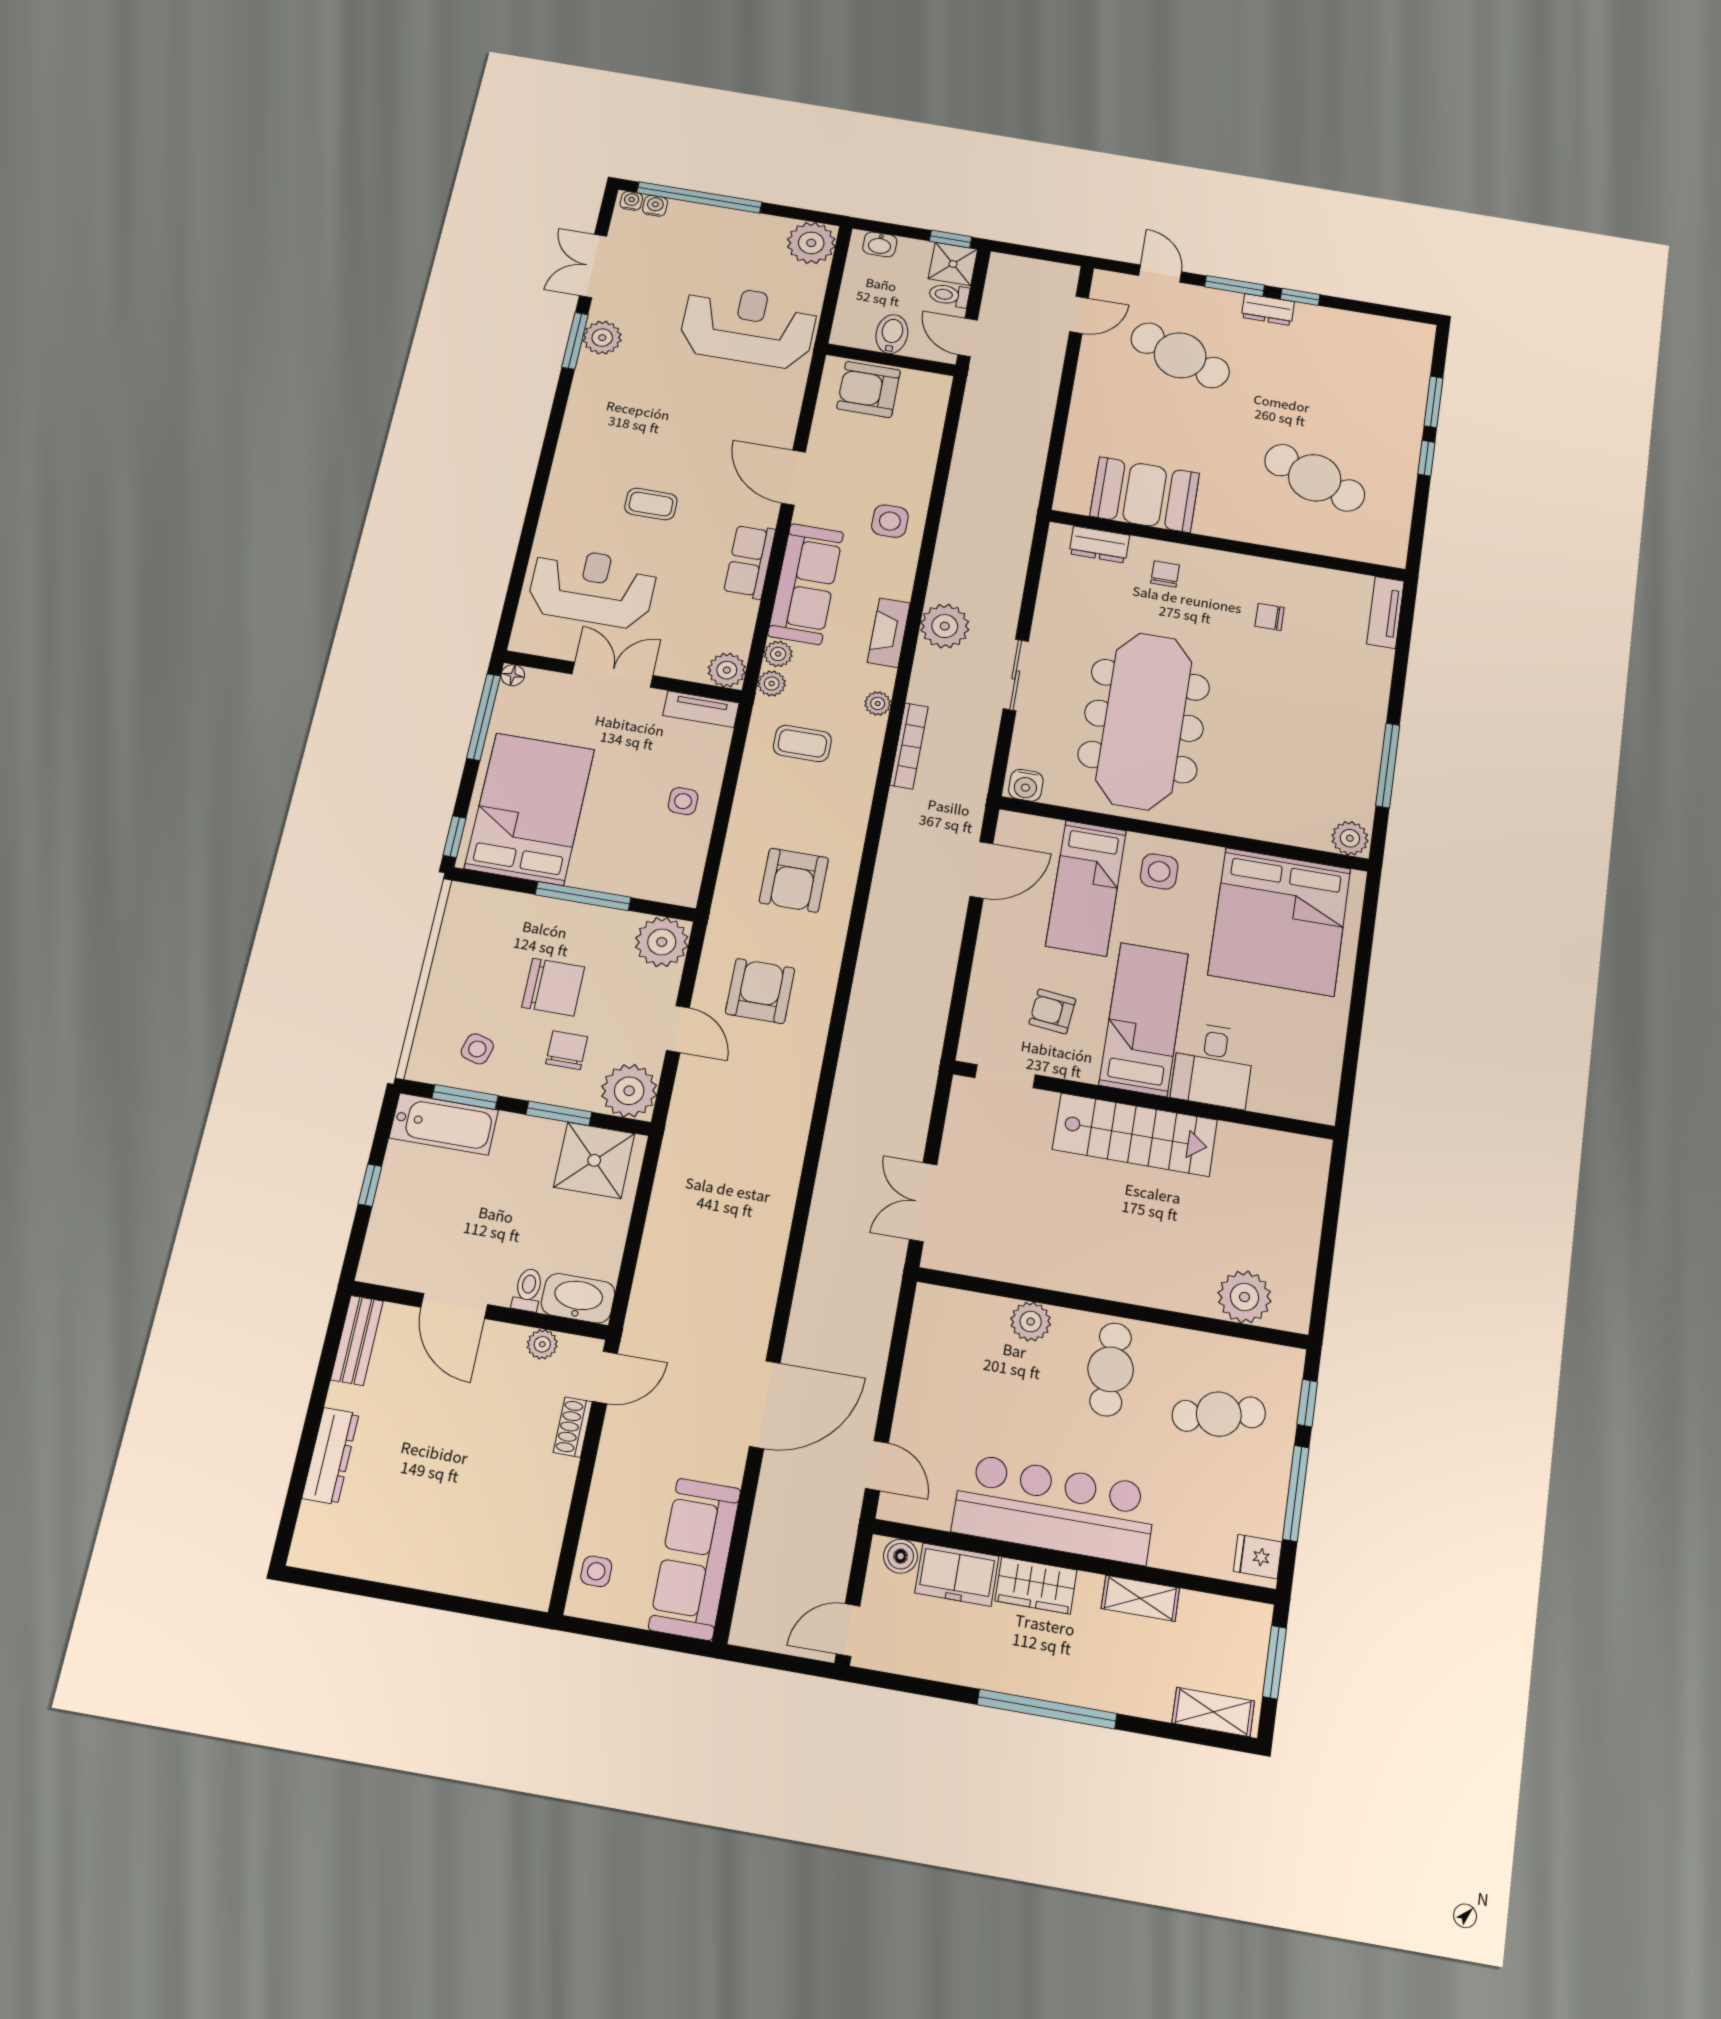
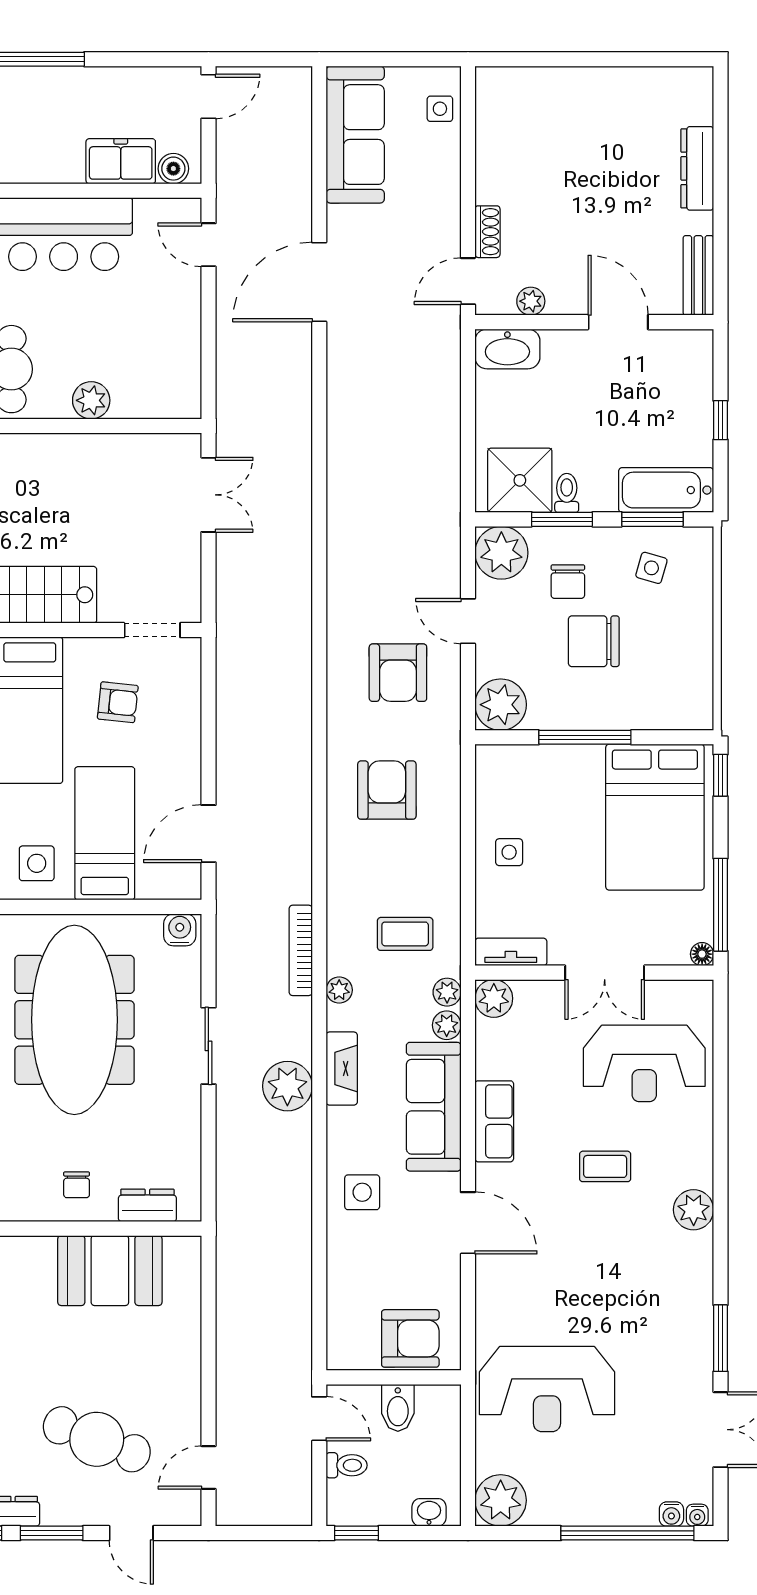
shower: (953, 264) -> (349, 1503), removed
plant: (602, 338) -> (694, 1210), moved
toilet: (528, 1290) -> (567, 493), moved, turned 180
wardrobe: (1036, 1585) -> (49, 164), removed

